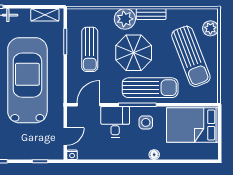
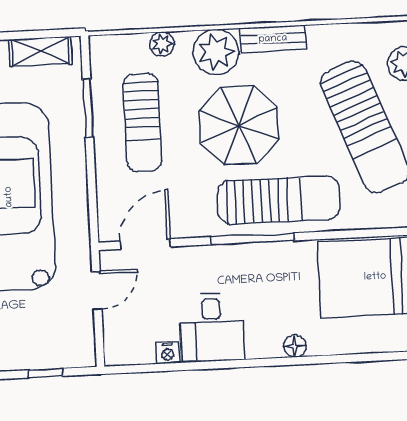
plant: (101, 14) -> (162, 44), added
desk: (115, 122) -> (212, 327), moved, turned 180
side table: (146, 122) -> (273, 277), removed
door: (65, 136) -> (97, 290), moved
nightstand: (72, 155) -> (168, 353), moved

